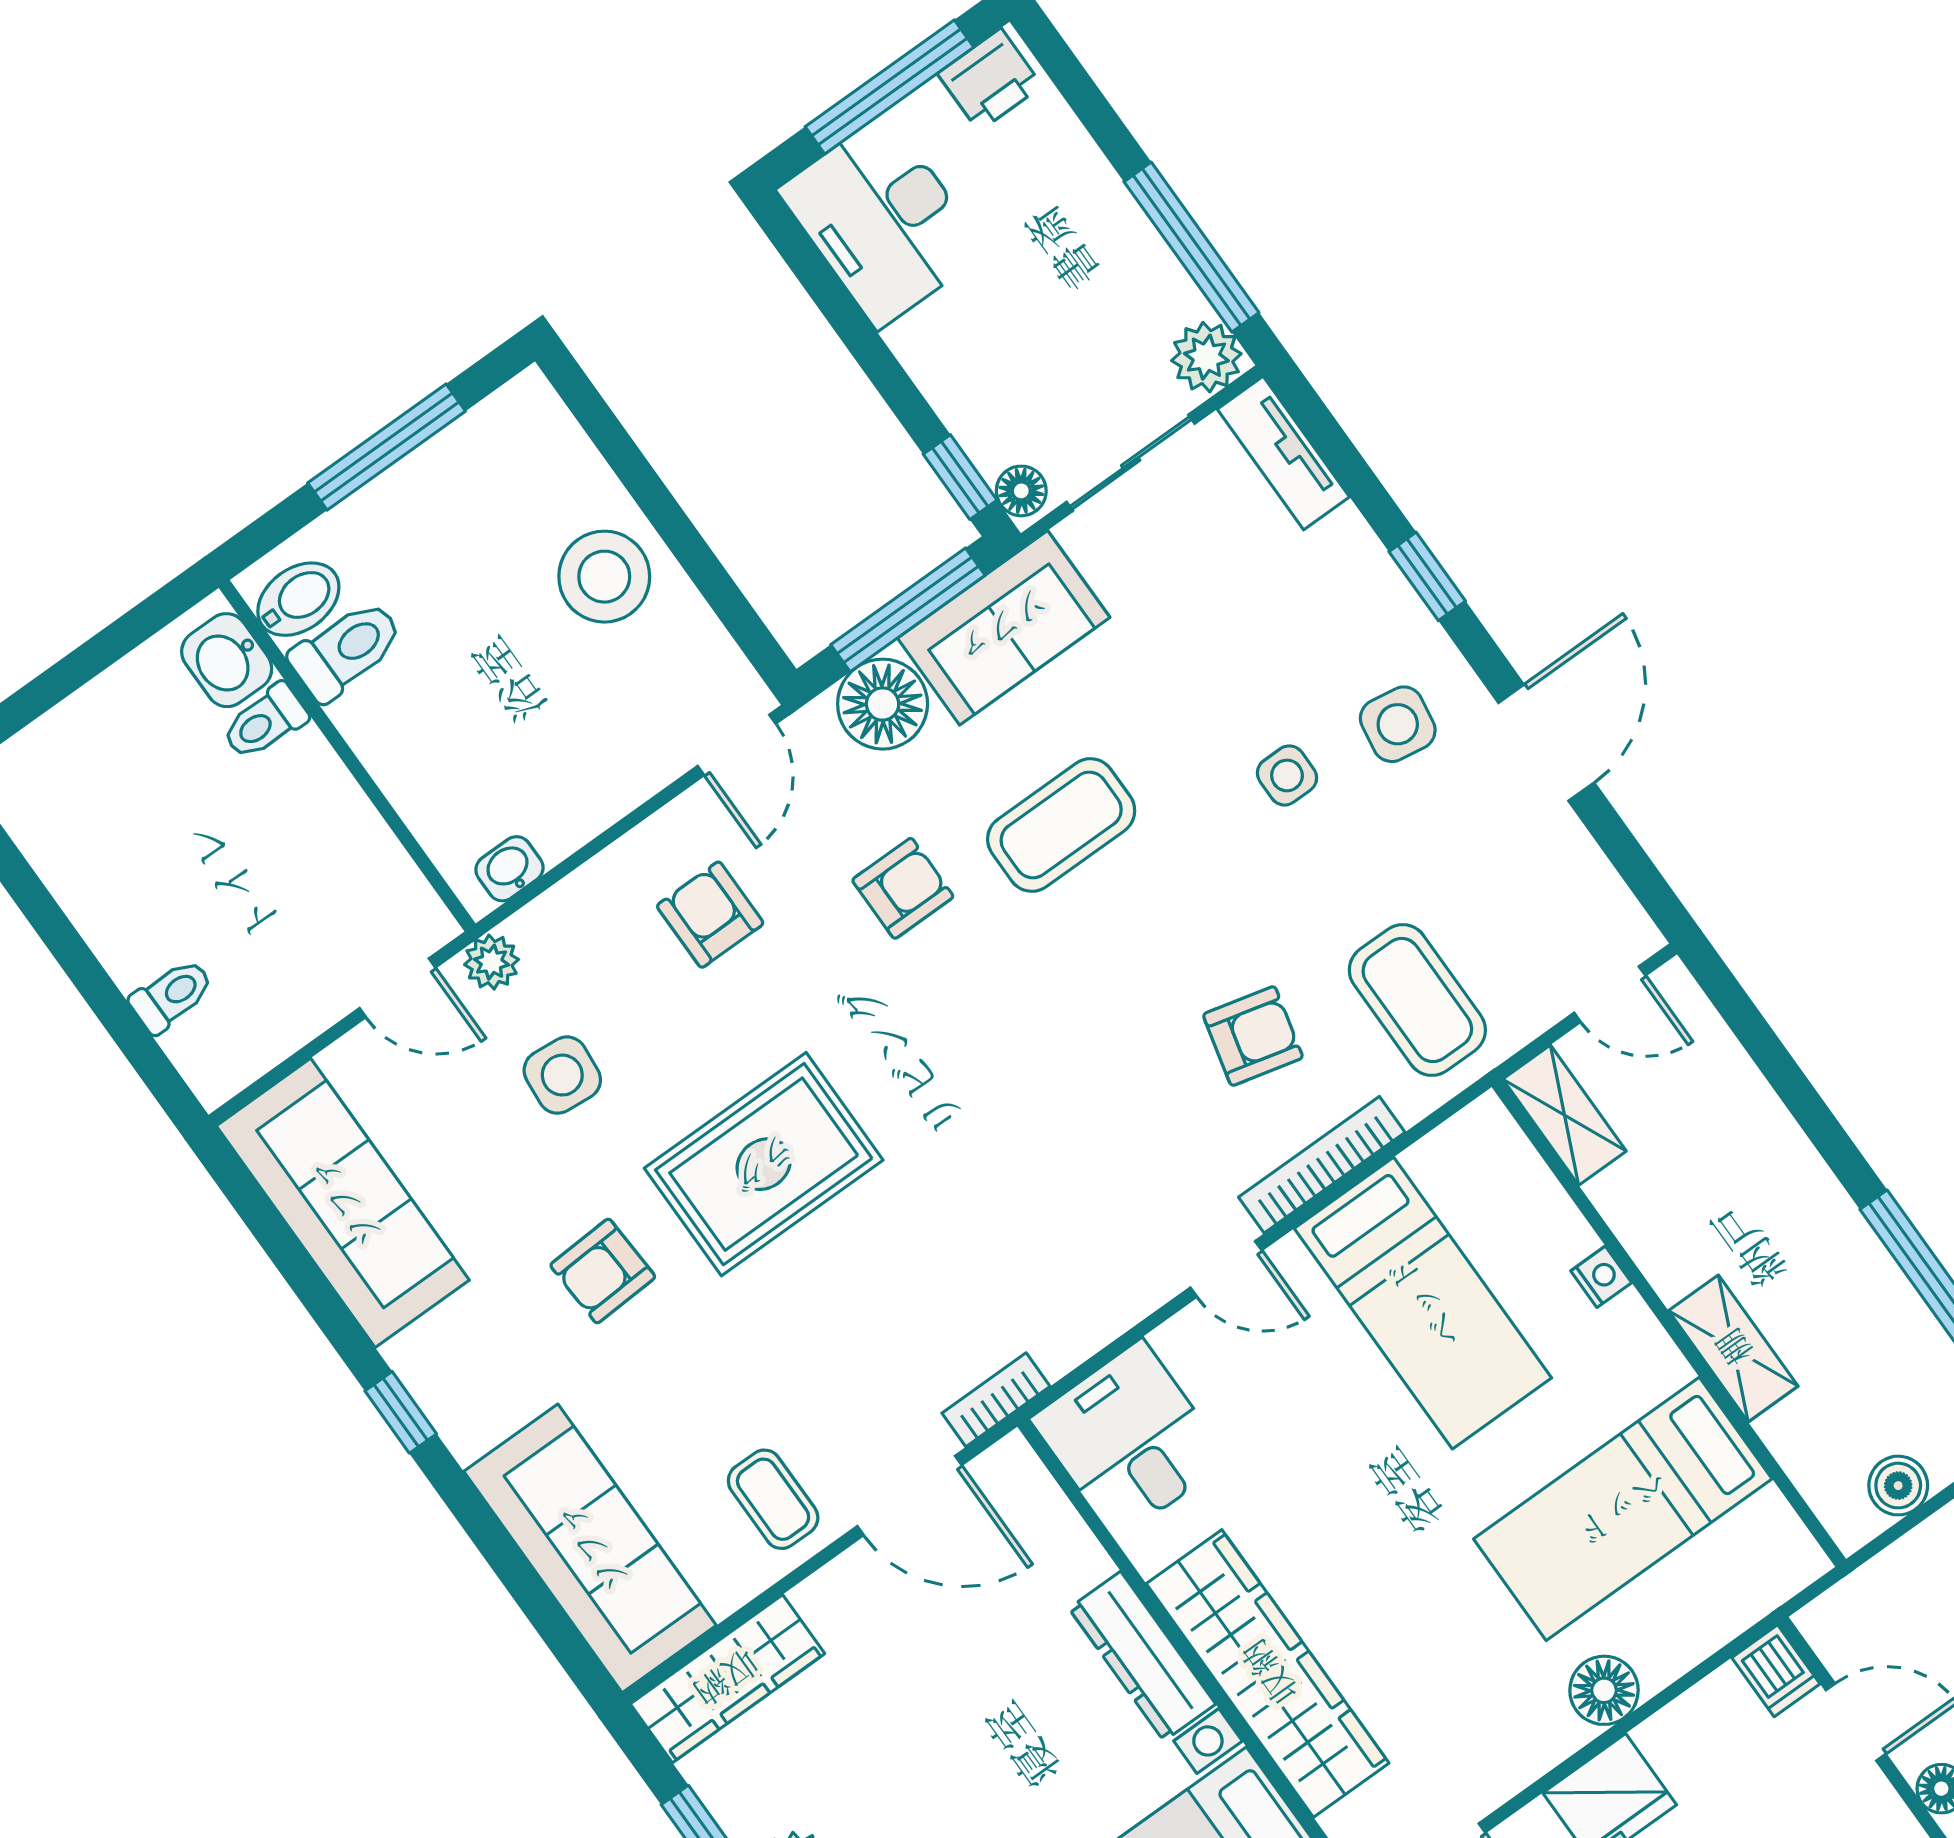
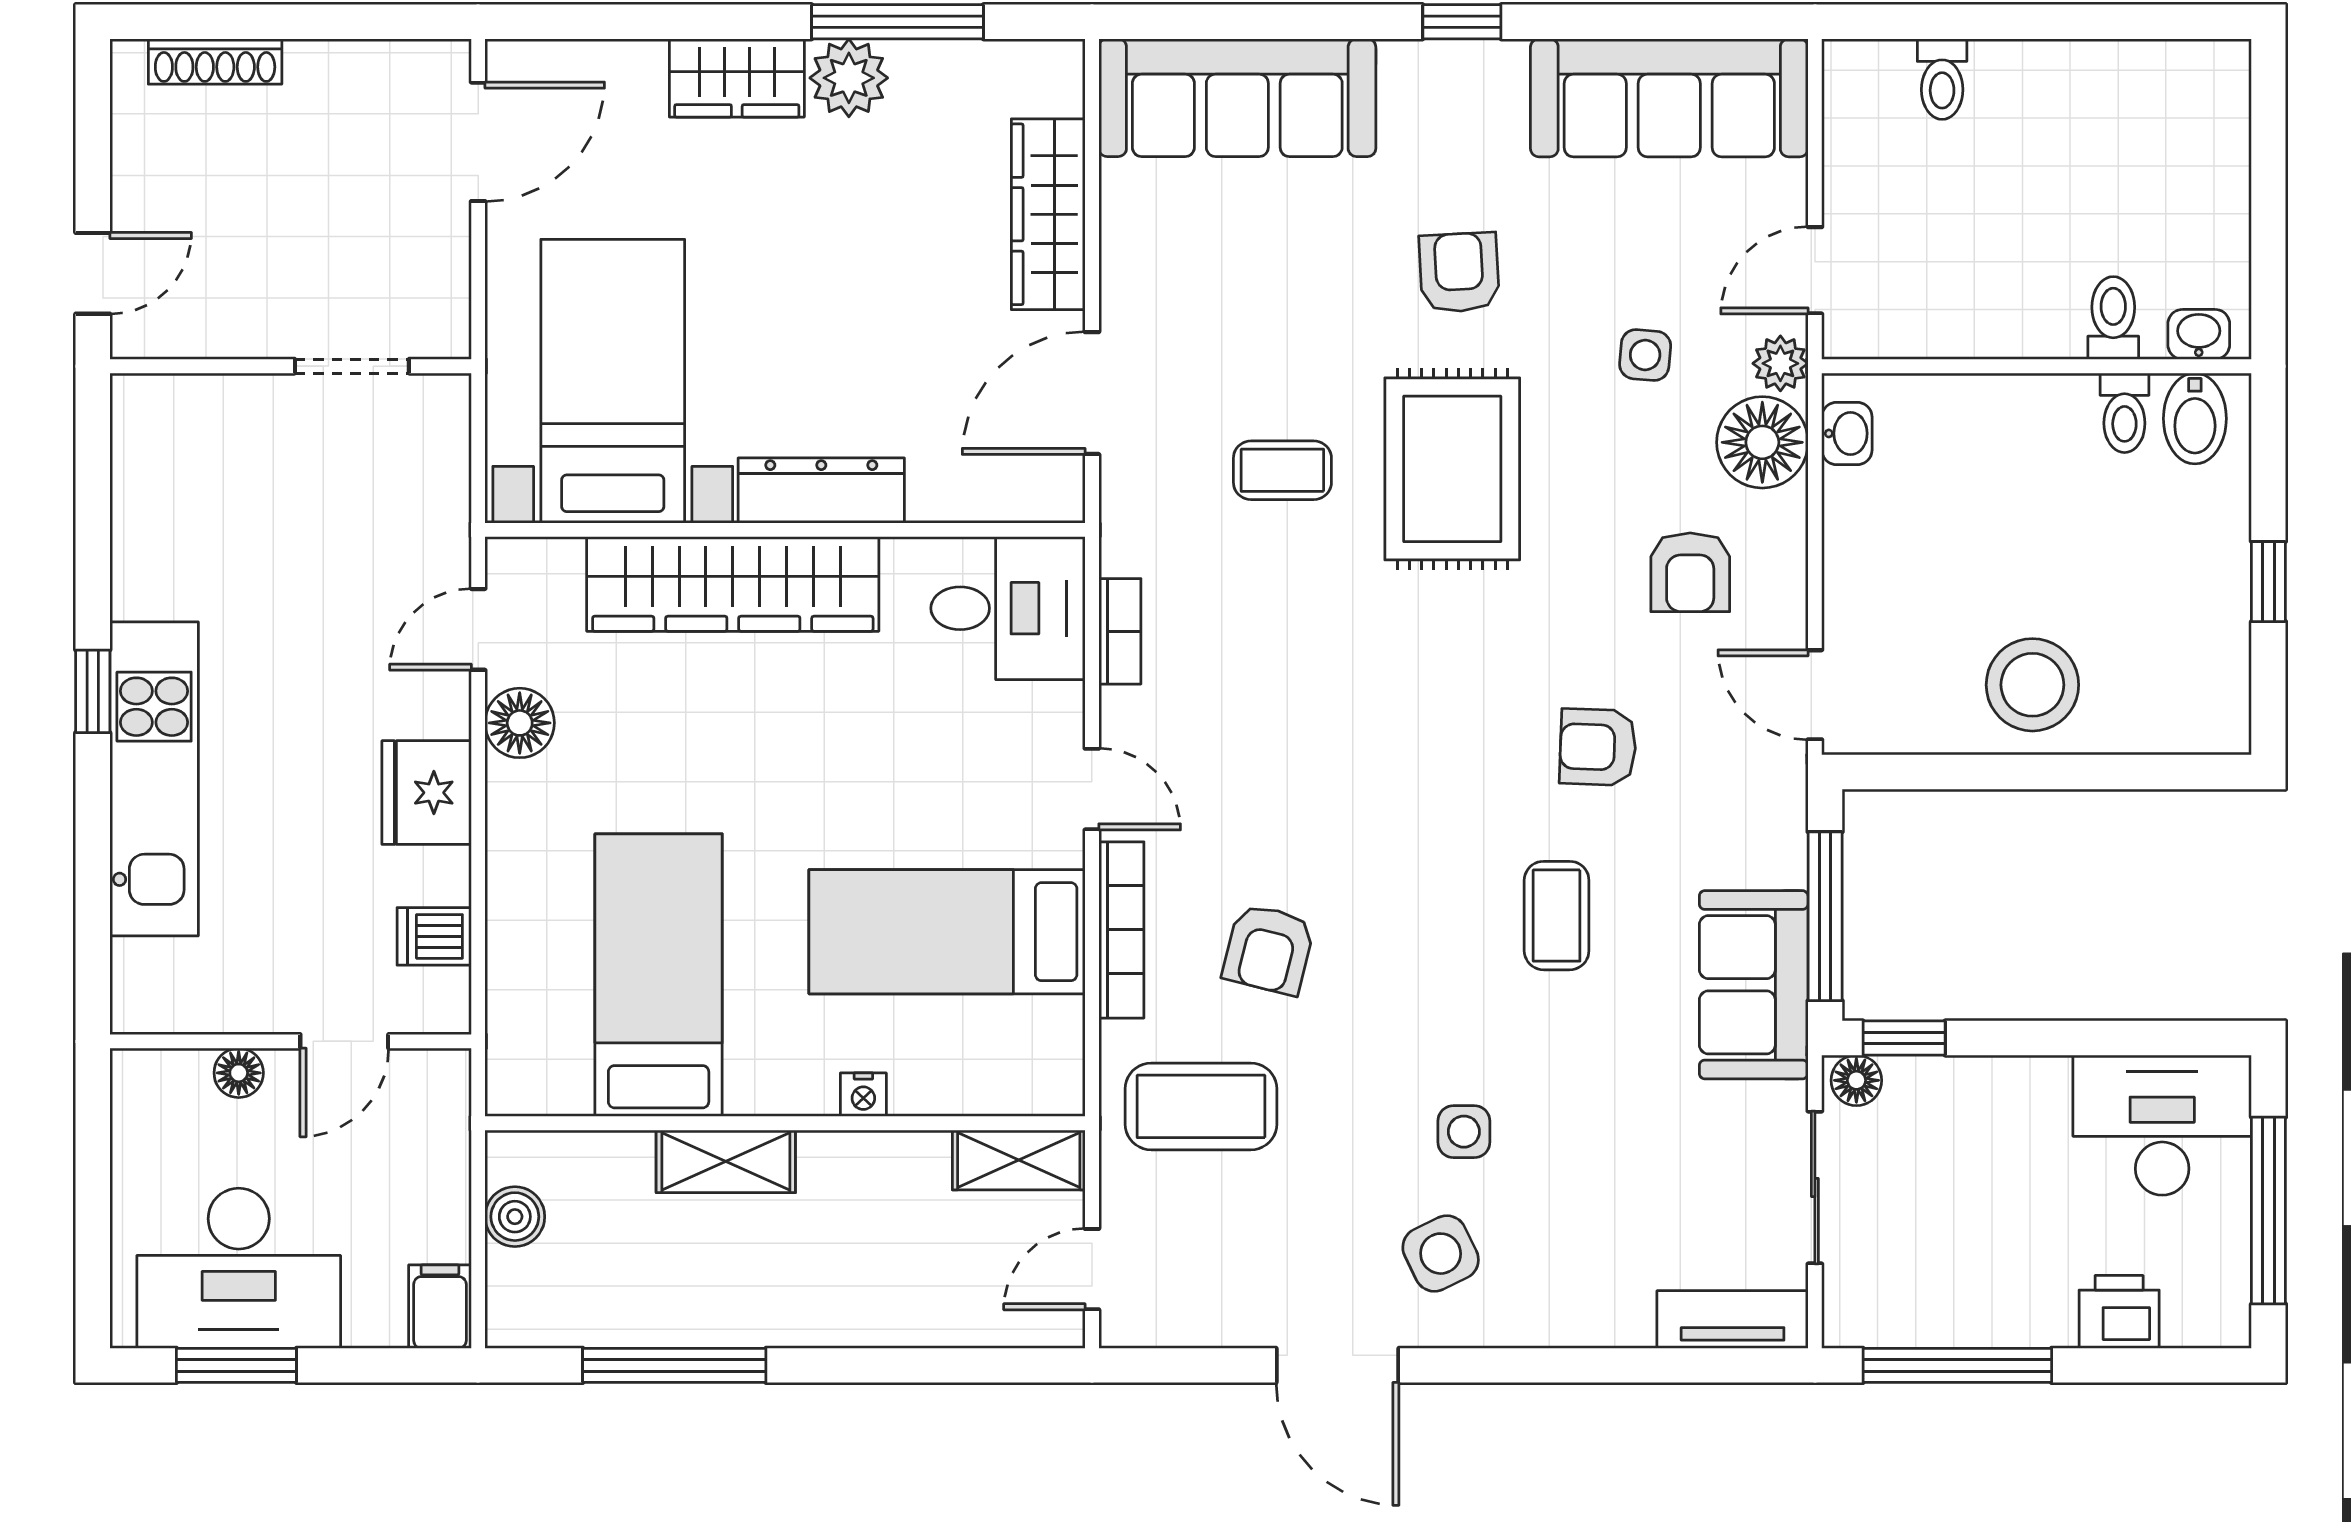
printer: (990, 80) -> (2119, 1312), moved, turned 90
plant: (1206, 357) -> (1857, 1313), removed
window: (387, 447) -> (2268, 582), width x0.46
window: (1427, 576) -> (1545, 1365), removed
toilet: (346, 650) -> (2124, 413), width x0.73, depth x0.72
washbasin: (227, 660) -> (2199, 334), width x0.72, depth x0.69
floor lamp: (883, 704) -> (1762, 442), moved
side table: (1398, 724) -> (1441, 1254), turned -35
coffee table: (1061, 825) -> (1557, 916), width x0.73, depth x0.77
armchair: (903, 888) -> (1598, 747), turned 92
armchair: (710, 915) -> (1690, 572), turned 90
side table: (562, 1075) -> (1645, 355), width x0.73, depth x0.73
door: (1226, 1269) -> (1092, 789), swing flipped
bookcase: (996, 1400) -> (1120, 631), moved
coffee table: (773, 1499) -> (1282, 470), moved
dishwasher: (1776, 1671) -> (434, 936), moved
wardrobe: (727, 1679) -> (1048, 214), moved
floor lamp: (1604, 1690) -> (520, 723), moved

